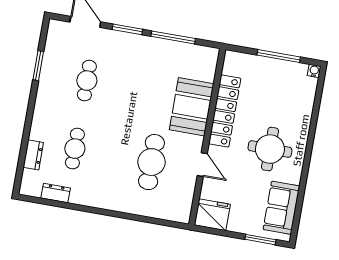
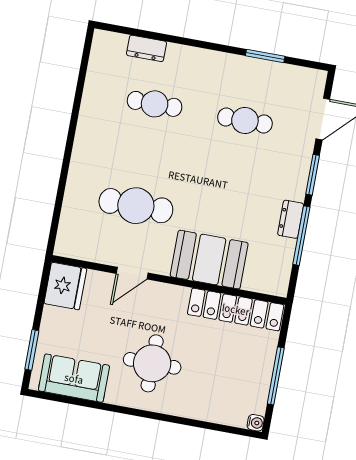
locker: (225, 111) -> (236, 309), moved
dresser: (56, 193) -> (291, 219), moved, turned 180

